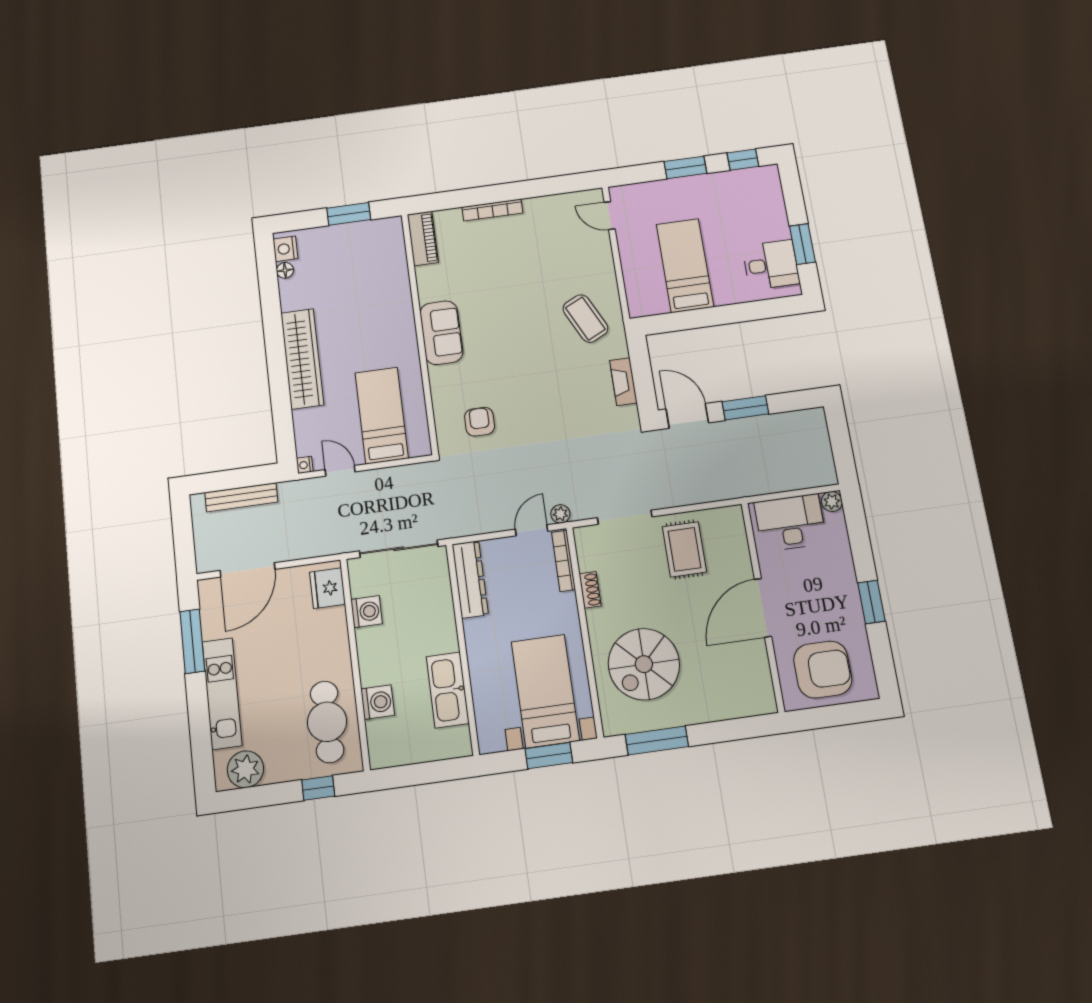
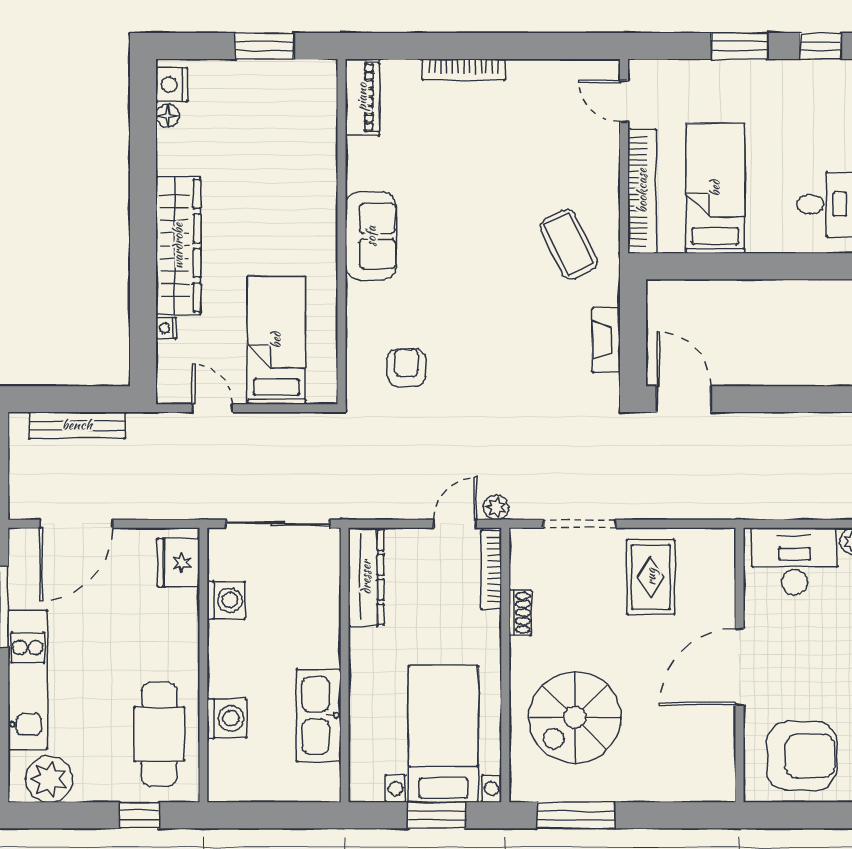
bookcase: (632, 275) -> (642, 191), added
window: (745, 408) -> (763, 399), removed
nightstand: (305, 465) -> (166, 328), moved

